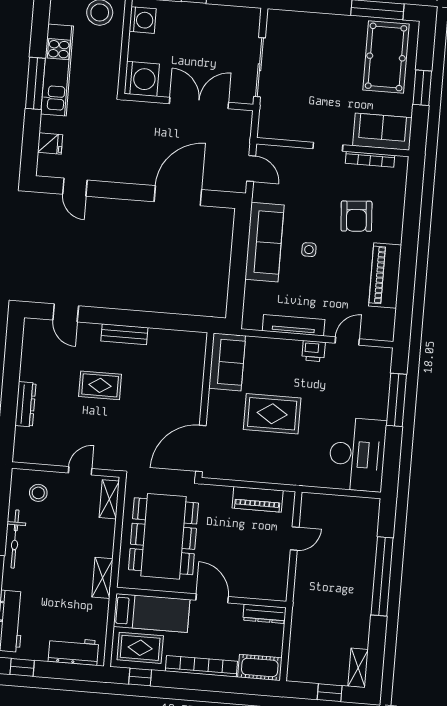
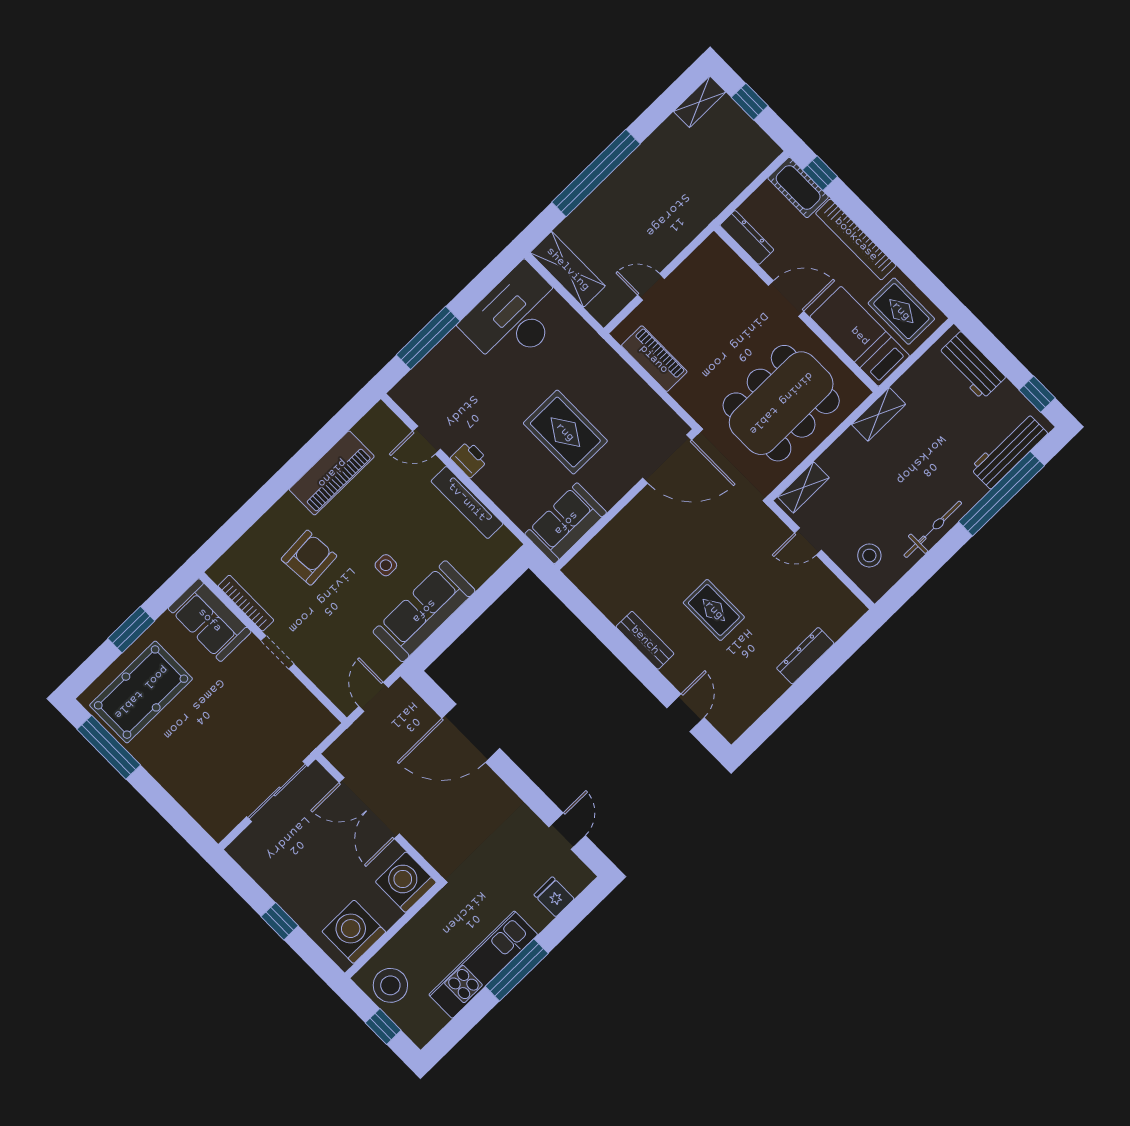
washing machine: (143, 20) -> (354, 932), width x1.37, depth x1.37
shelving: (351, 508) -> (568, 269), added
door: (212, 598) -> (786, 298), swing flipped
window: (140, 677) -> (820, 173), moved

